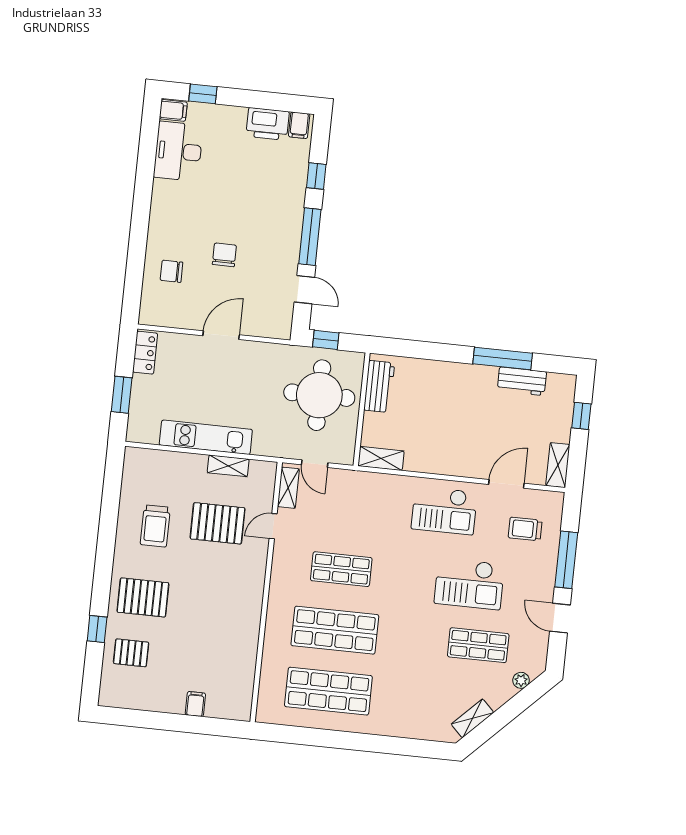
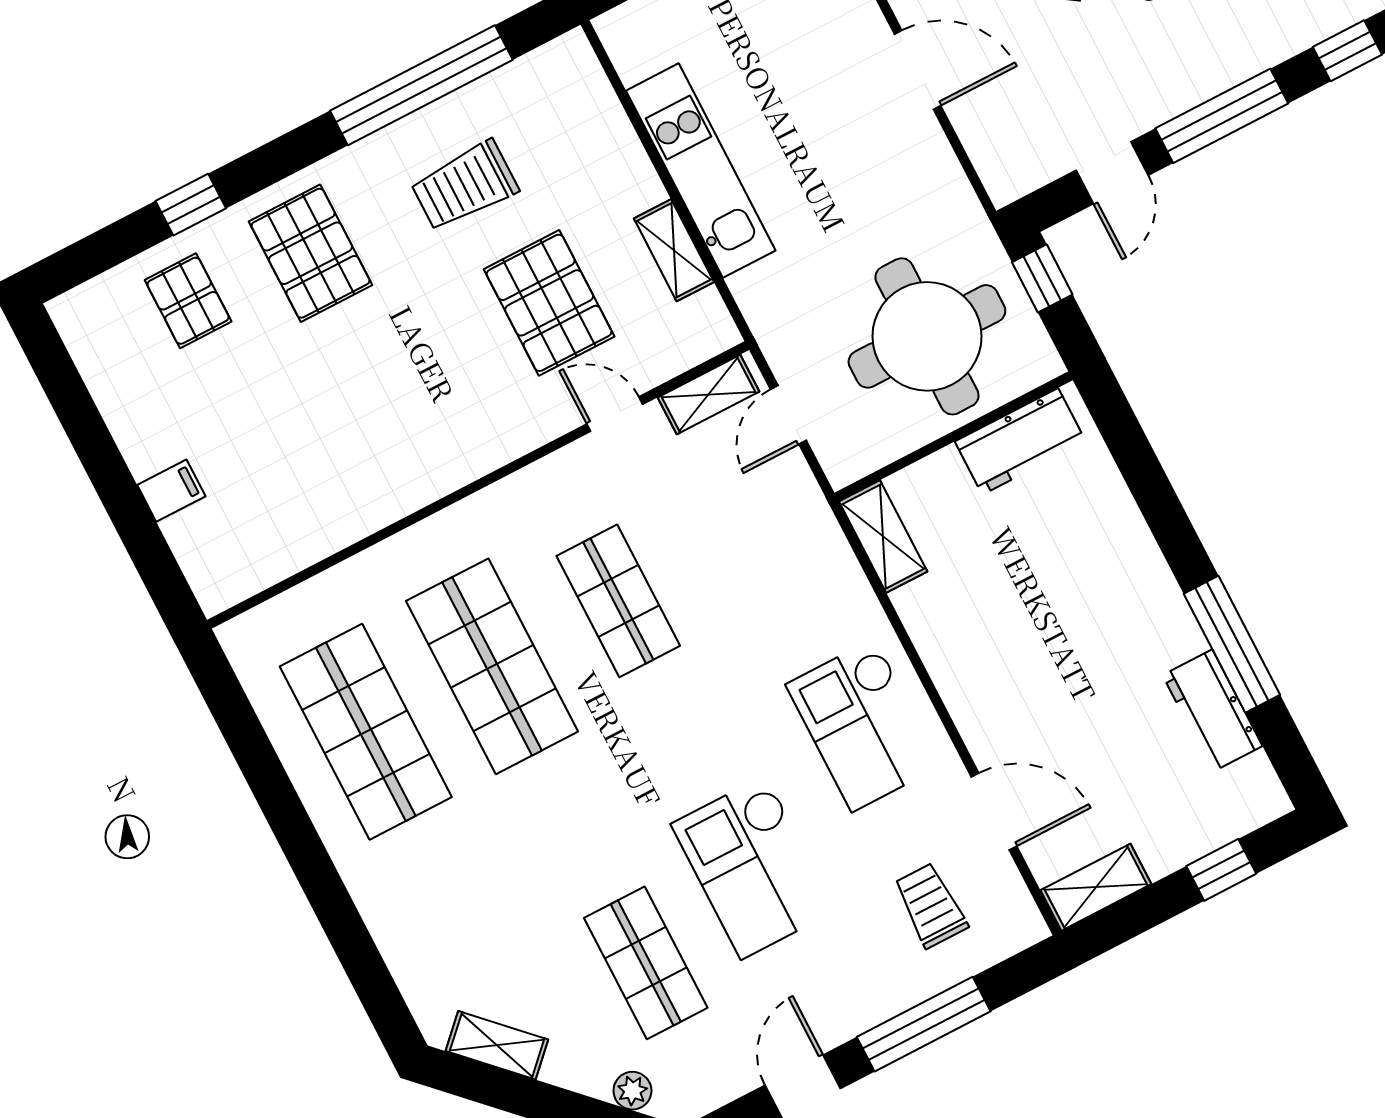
window: (109, 518) -> (421, 85), added

